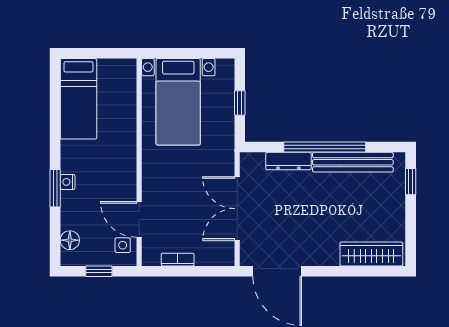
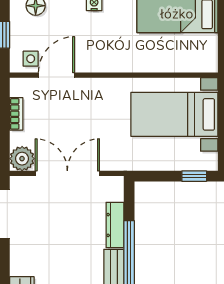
window: (240, 103) -> (194, 176), moved
plant: (222, 254) -> (22, 159), added

